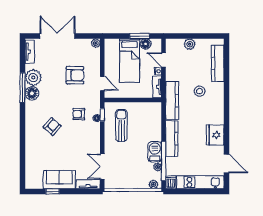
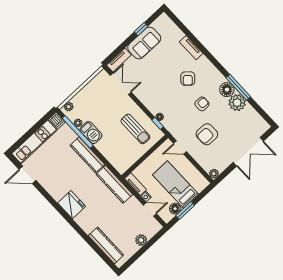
tv unit: (30, 52) -> (191, 48), moved
stool: (200, 91) -> (100, 211), removed
armchair: (79, 114) -> (202, 104), moved
fridge: (215, 135) -> (72, 205), moved

